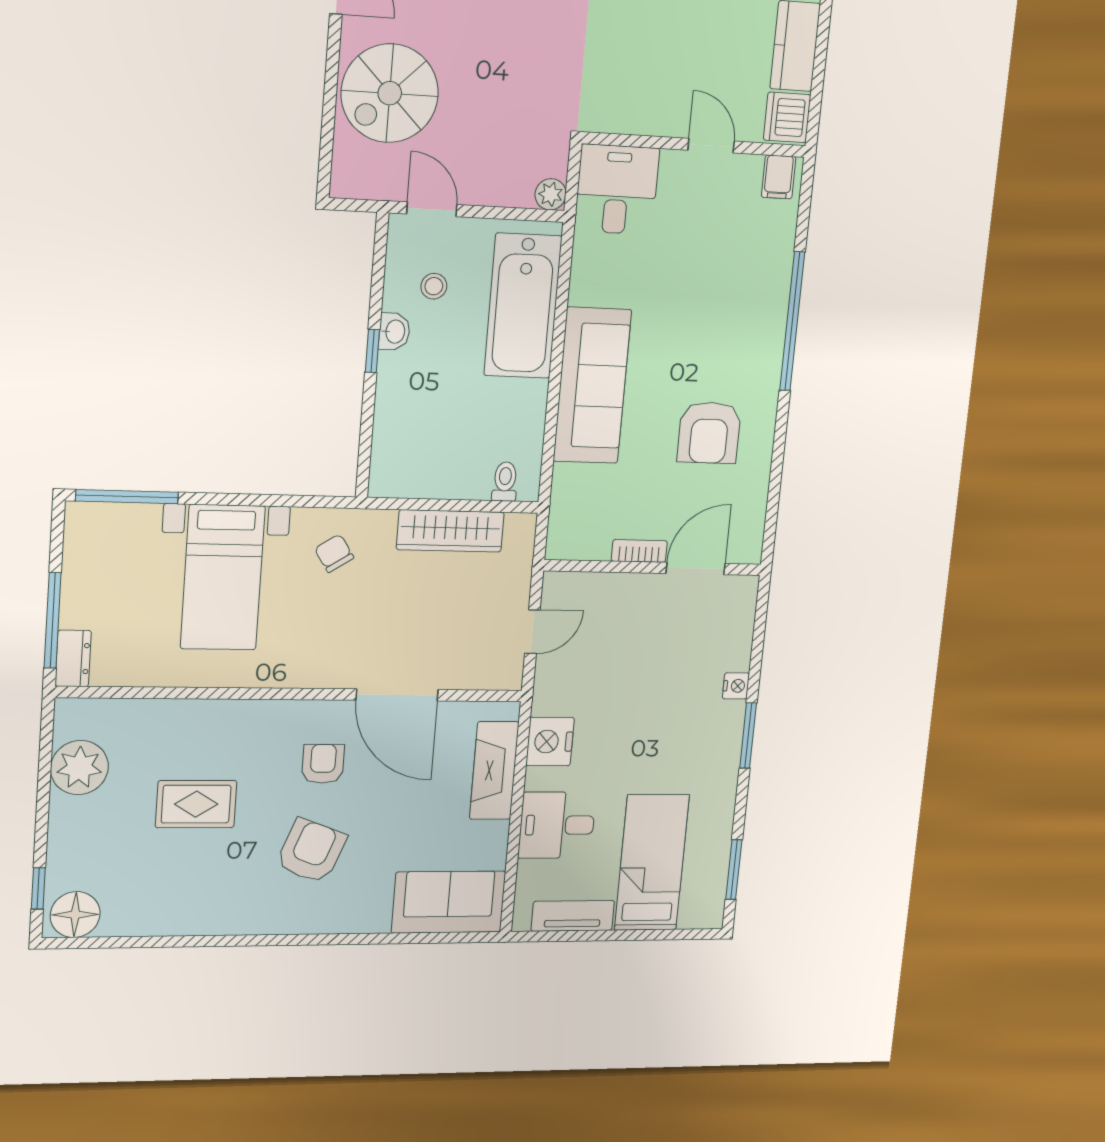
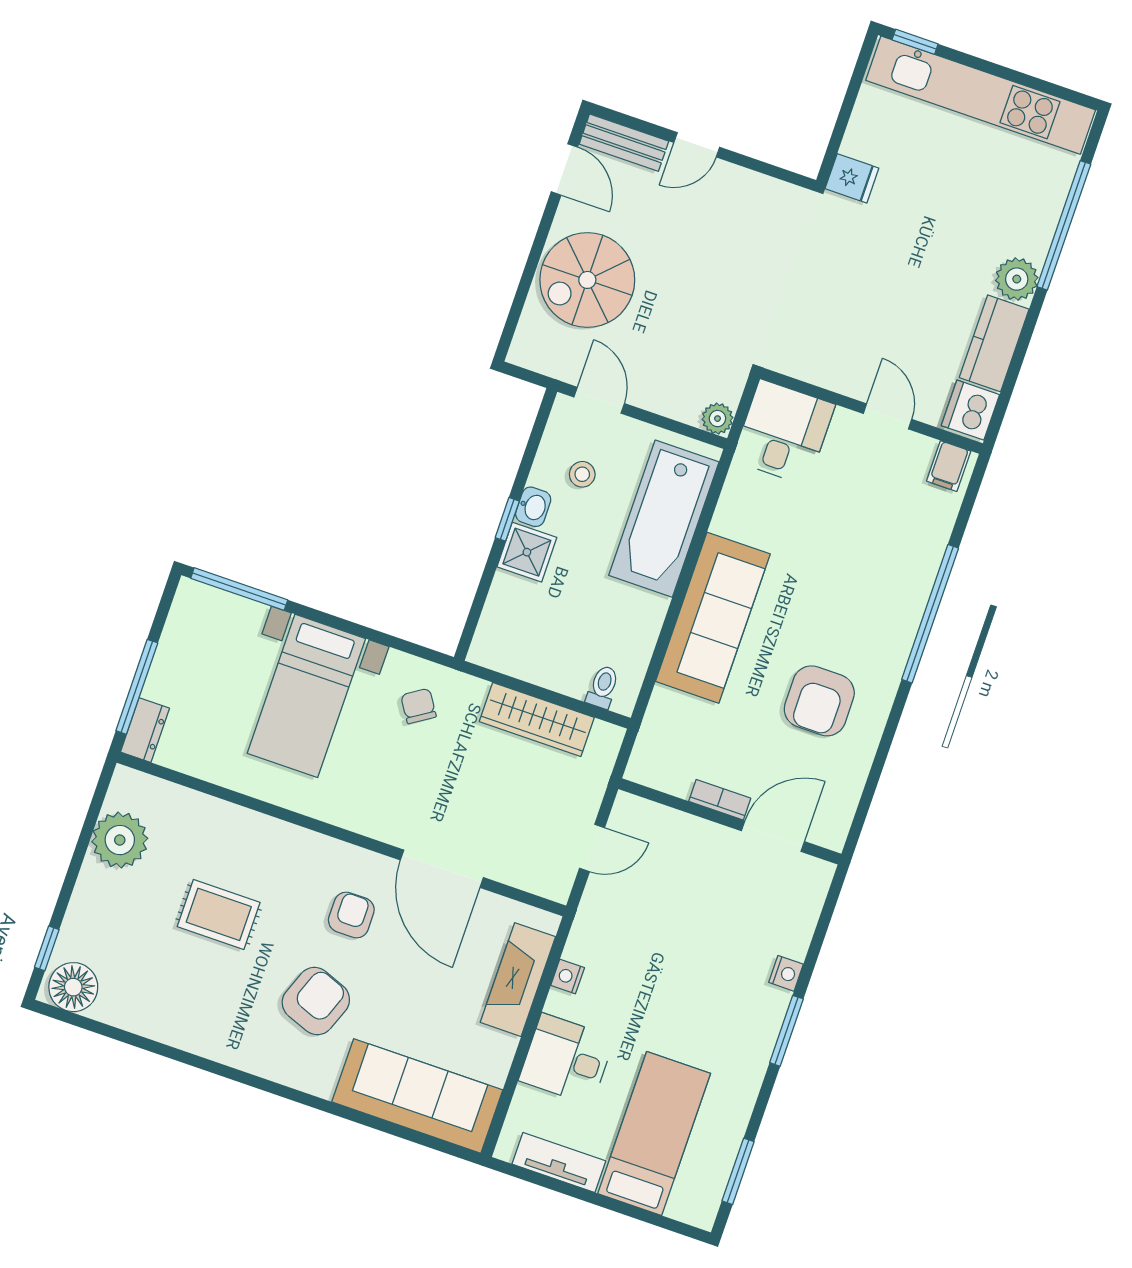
shower: (400, 377) -> (527, 552), added
nightstand: (550, 742) -> (568, 976), width x0.53, depth x0.56
sofa: (449, 902) -> (417, 1096), width x1.36

